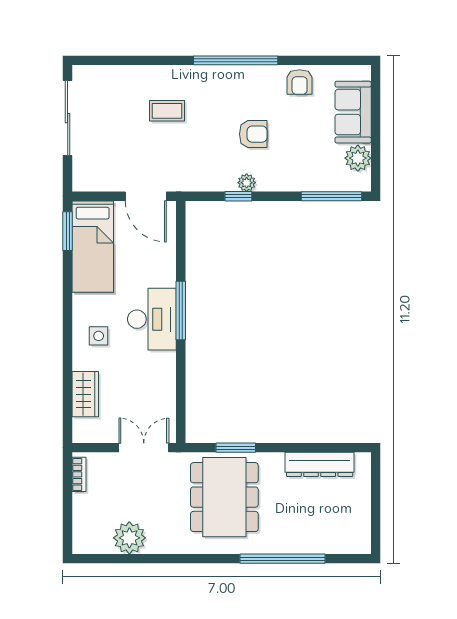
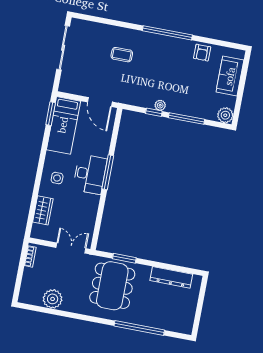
armchair: (253, 134) -> (169, 78), removed
plant: (358, 158) -> (225, 115), moved
window: (332, 196) -> (187, 118), moved

